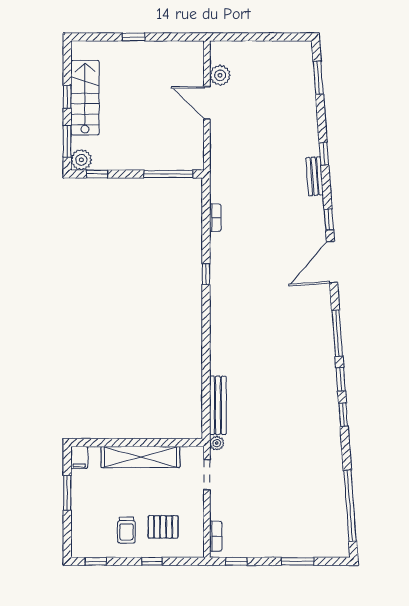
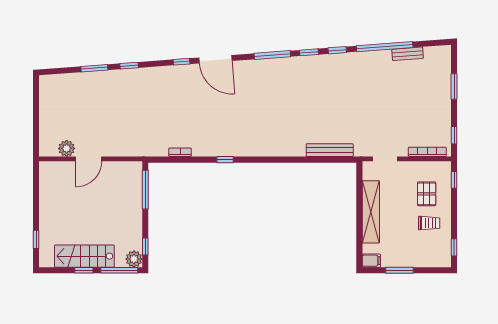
window: (134, 37) -> (36, 239), moved
window: (318, 78) -> (94, 68), moved
window: (67, 141) -> (119, 270), width x1.44
bench: (315, 176) -> (408, 54), moved
plant: (217, 443) -> (360, 151), removed
window: (350, 506) -> (385, 47), moved
bookcase: (216, 536) -> (427, 152), width x1.56
window: (152, 561) -> (454, 180), moved

